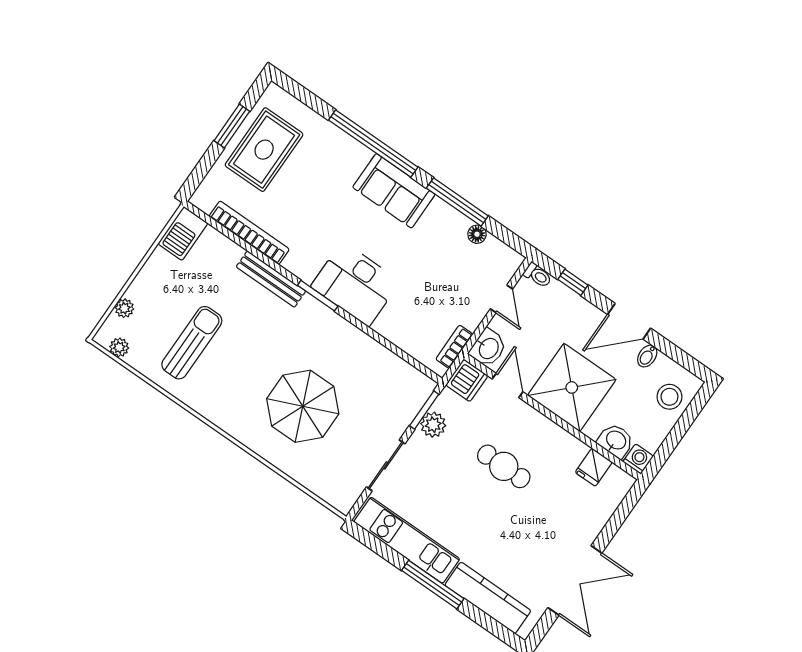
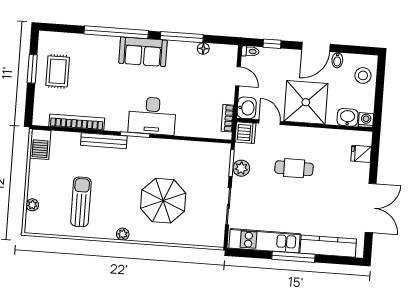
rug: (264, 150) -> (58, 71), width x0.73, depth x0.70
plant: (119, 347) -> (123, 234), moved
fridge: (594, 467) -> (361, 154), moved, turned 90

